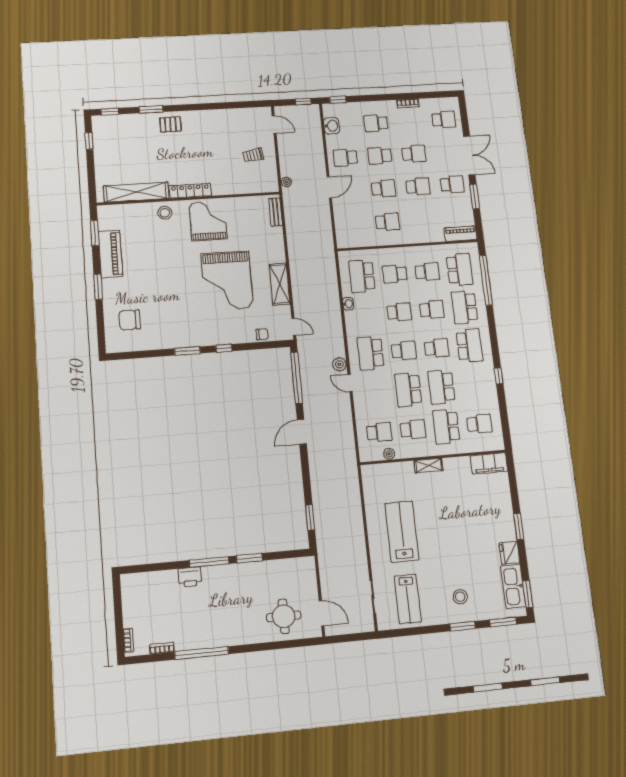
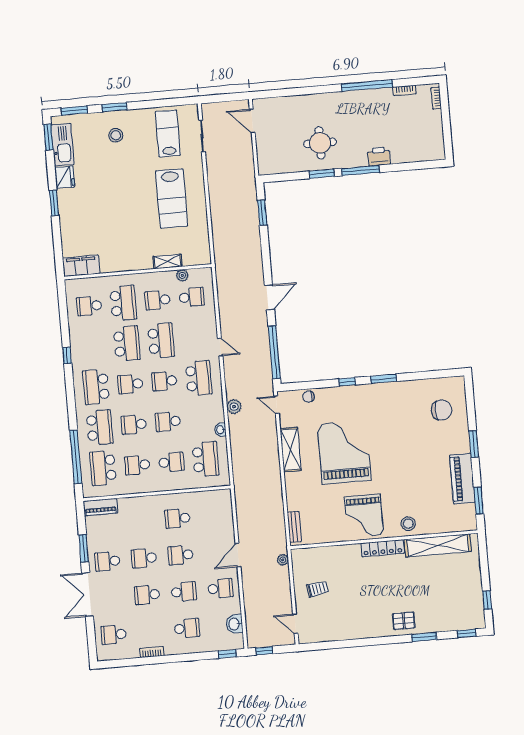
plant: (339, 364) -> (234, 407), moved
school desk: (379, 432) -> (192, 297), turned 180
shelving: (428, 466) -> (167, 262), moved
round table: (284, 616) -> (320, 143), moved

